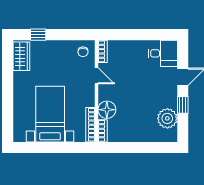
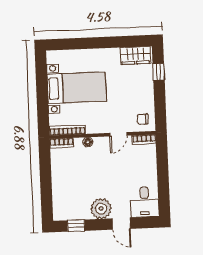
window: (183, 105) -> (76, 226), moved
floor lamp: (107, 110) -> (88, 142), width x0.53, depth x0.53
plant: (167, 118) -> (101, 209), moved

